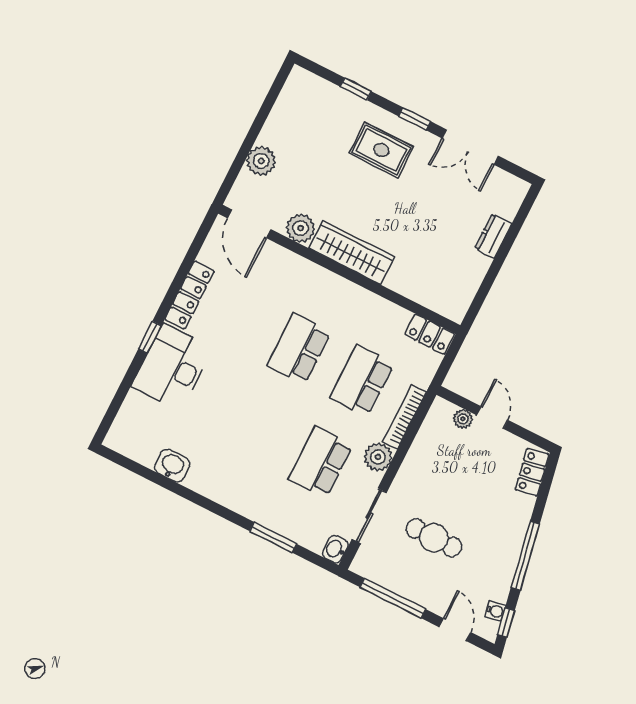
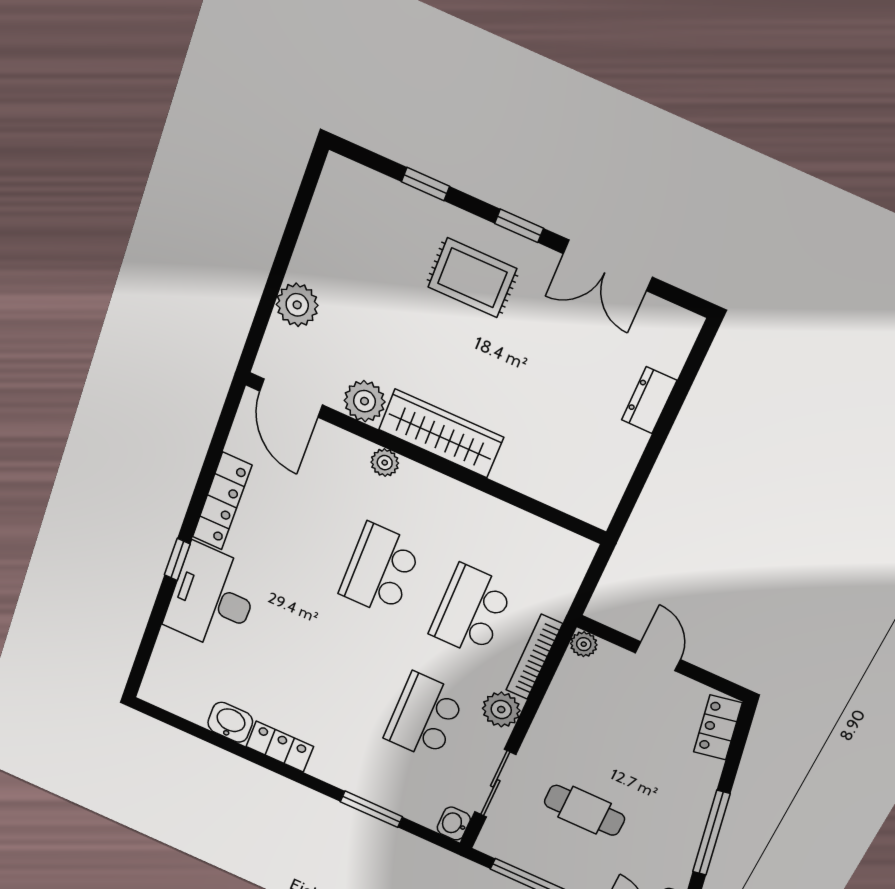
plant: (310, 271) -> (385, 463), added
locker: (430, 334) -> (280, 747), moved, turned 180
plant: (463, 419) -> (584, 644), moved

